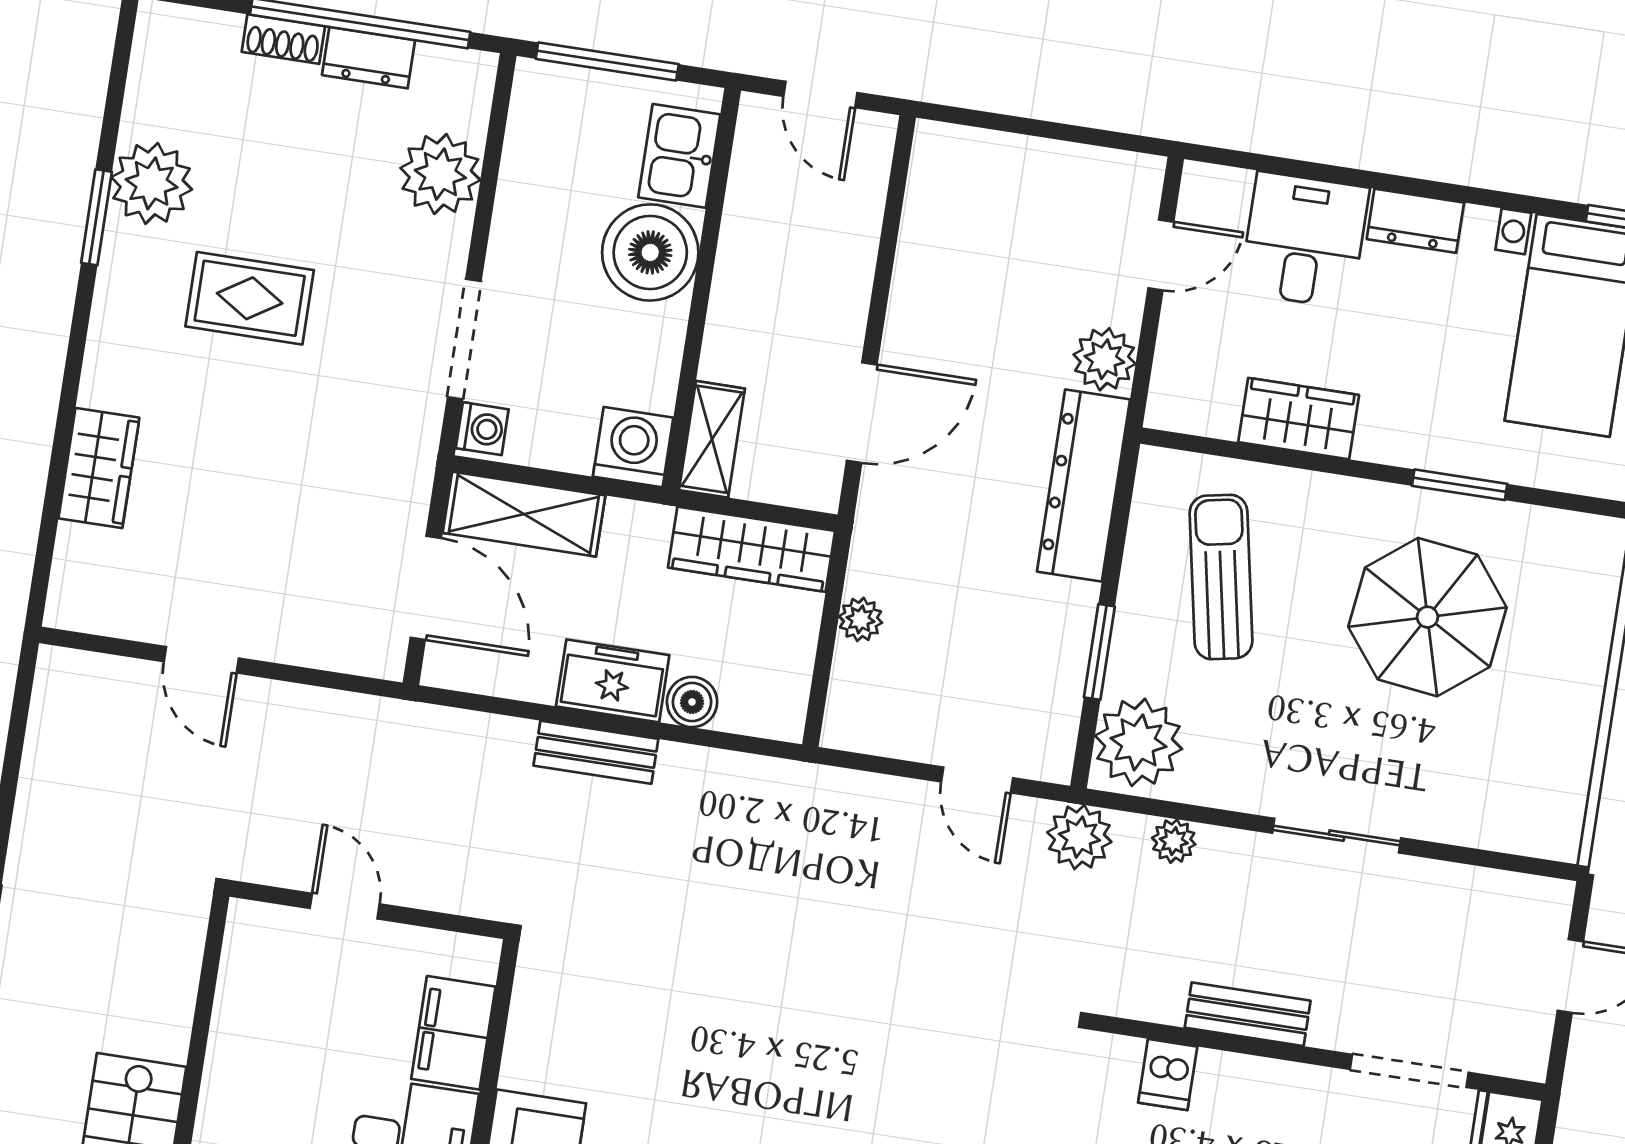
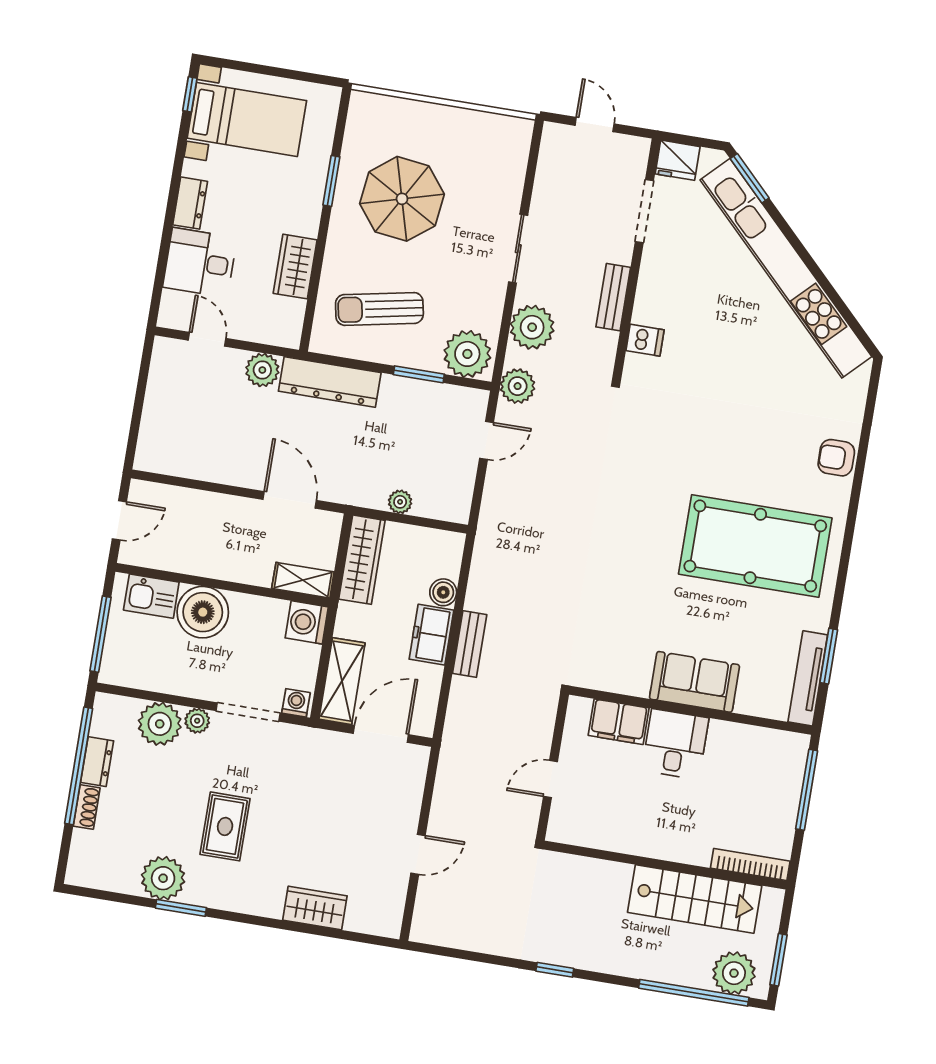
plant: (447, 244) -> (197, 721), added
plant: (1174, 841) -> (532, 327), width x1.87, depth x1.87

